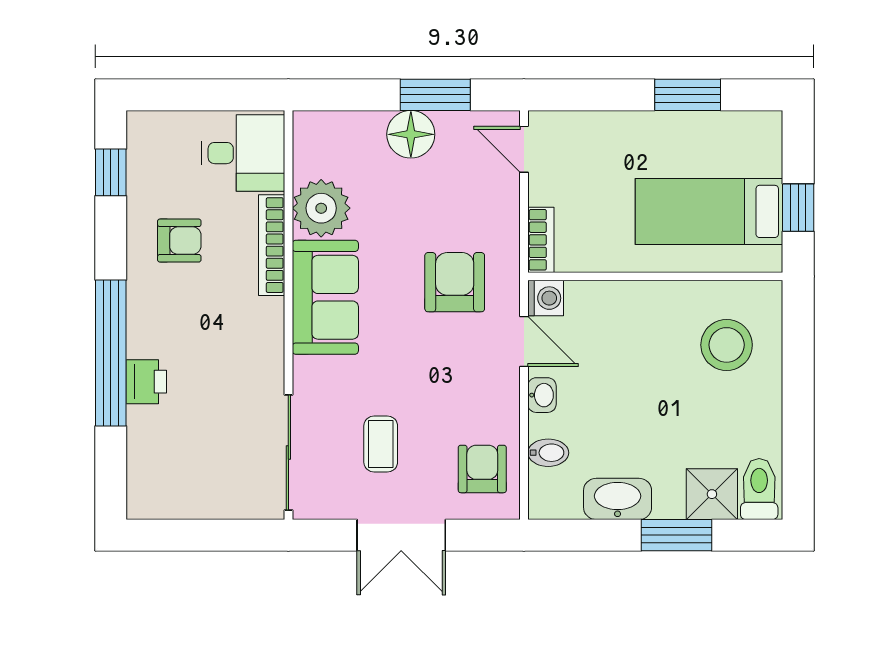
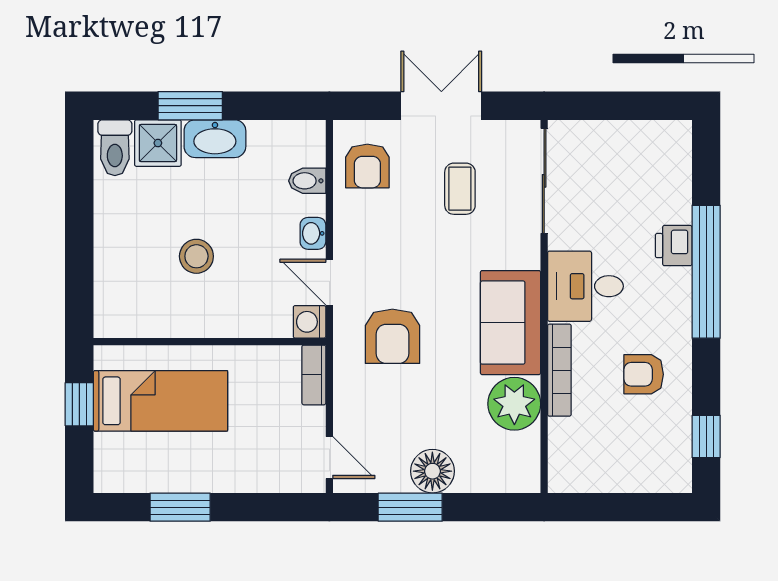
desk: (243, 153) -> (585, 286), moved
stool: (727, 345) -> (196, 256), moved, width x0.73, depth x0.73
washbasin: (618, 499) -> (215, 139), moved

